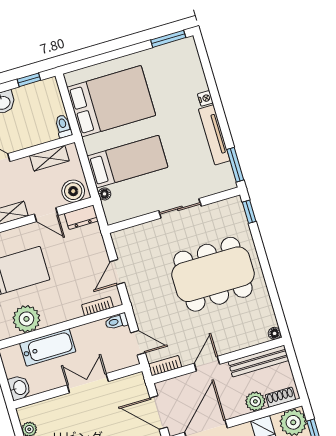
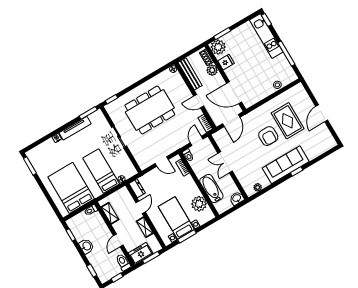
boiler: (73, 191) -> (124, 196), removed
dining table: (213, 274) -> (150, 110), turned 90

